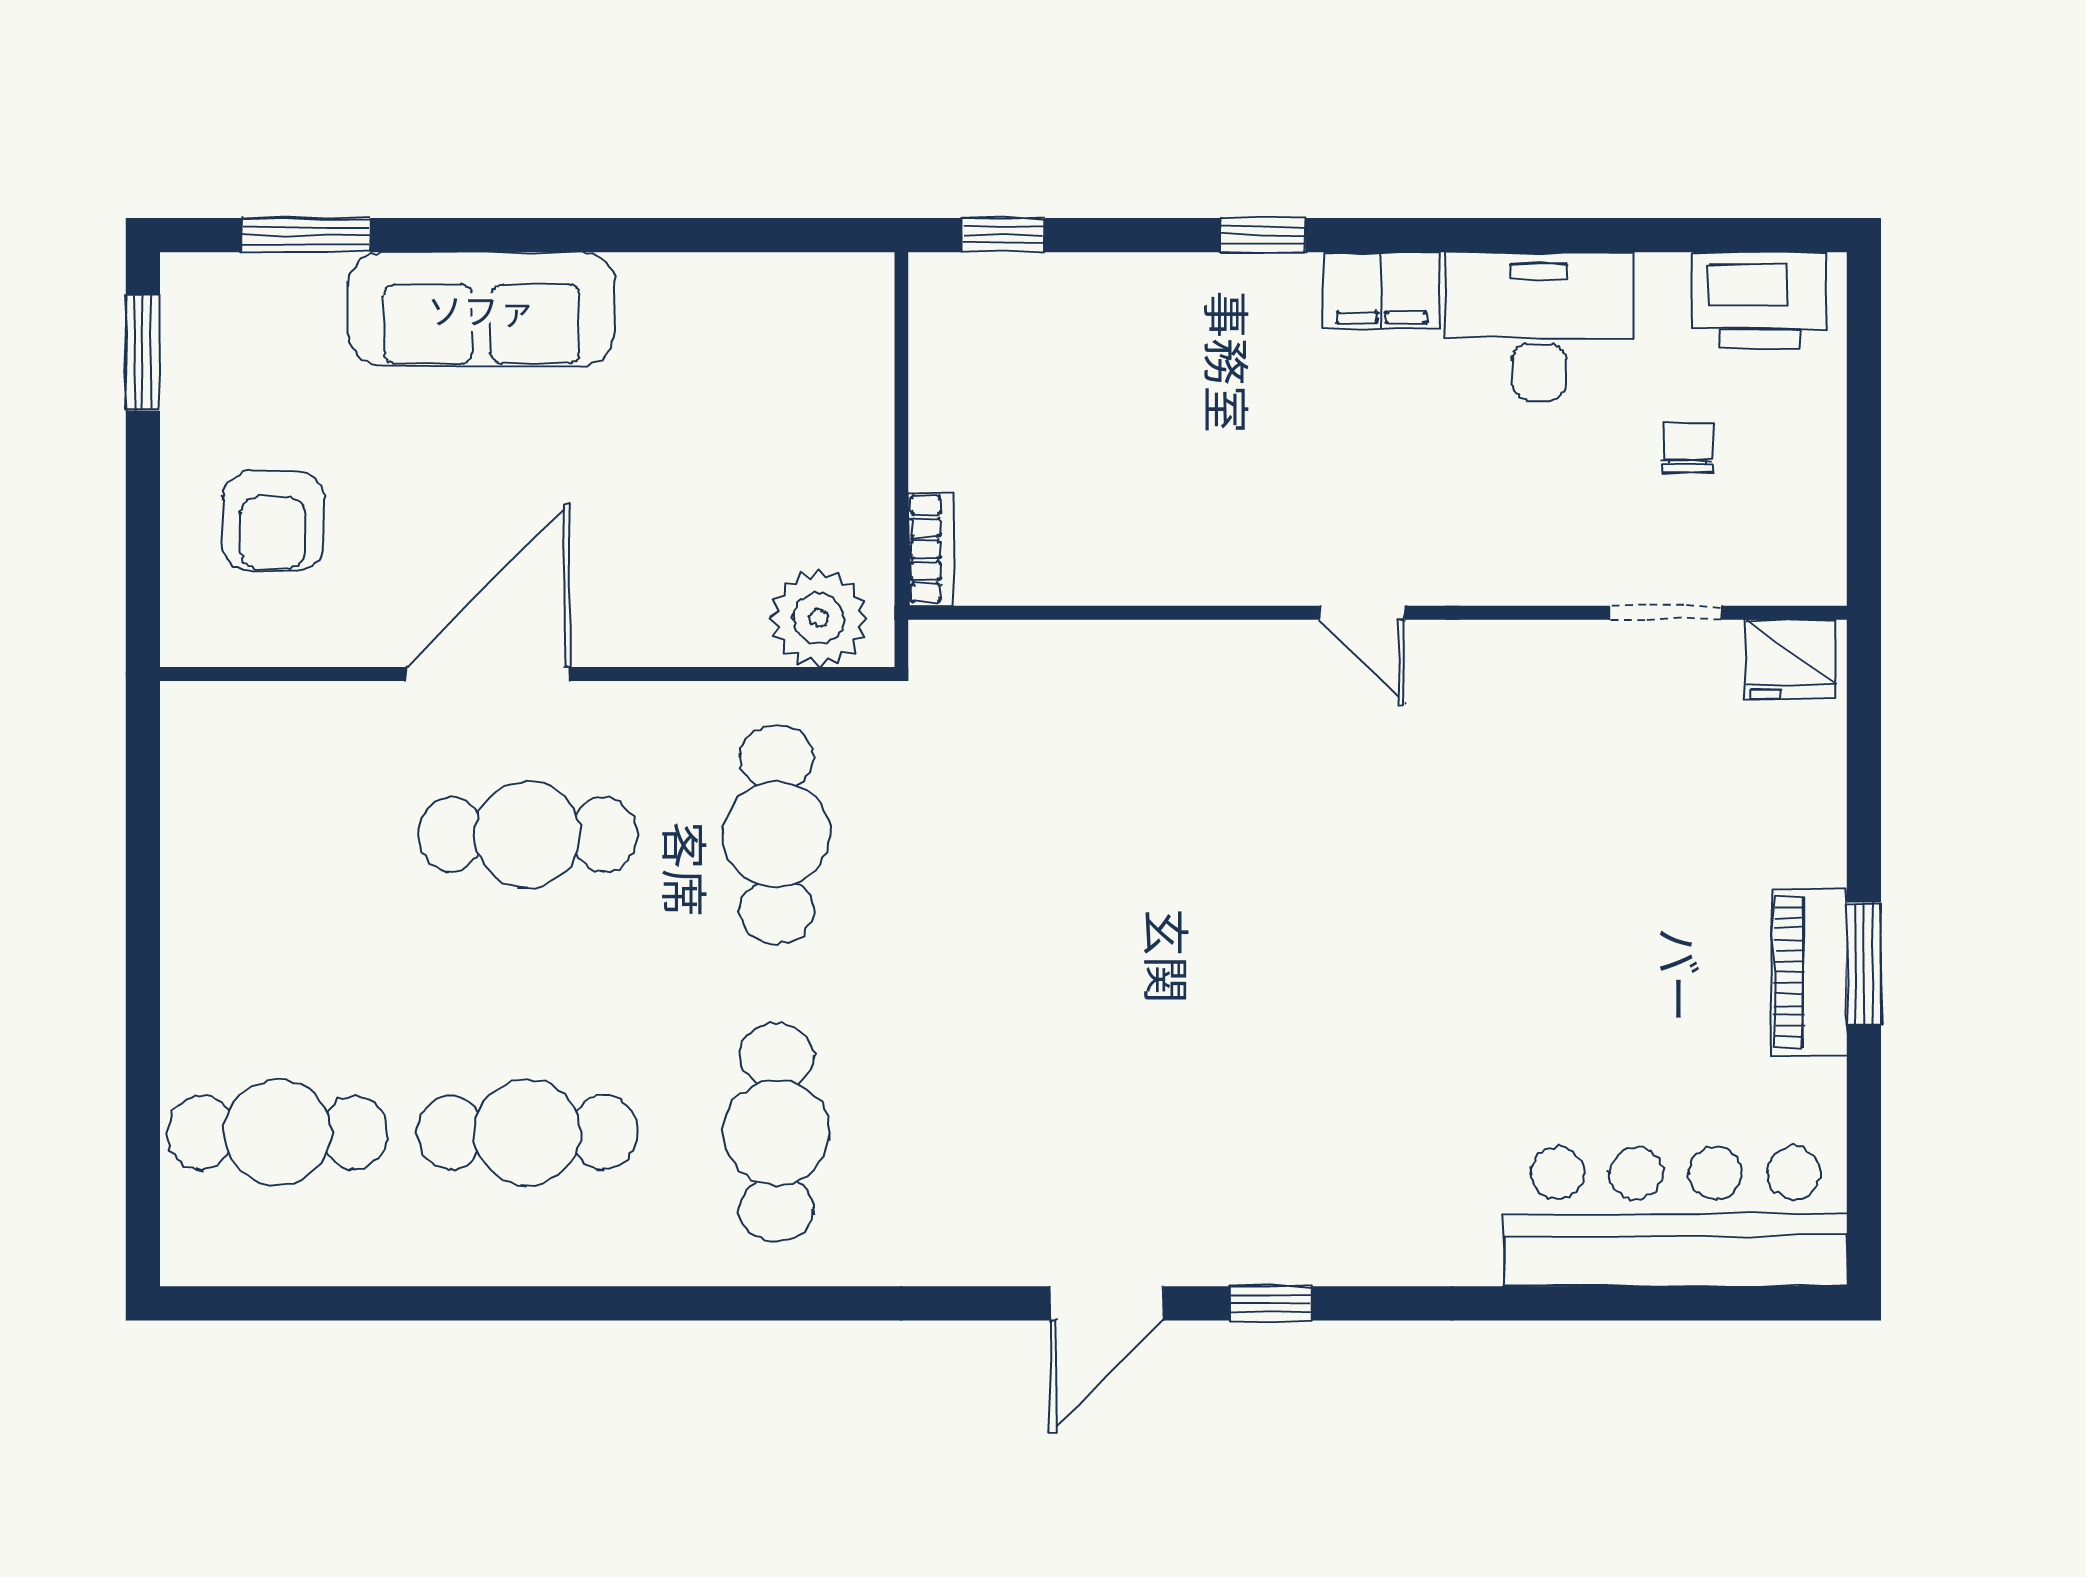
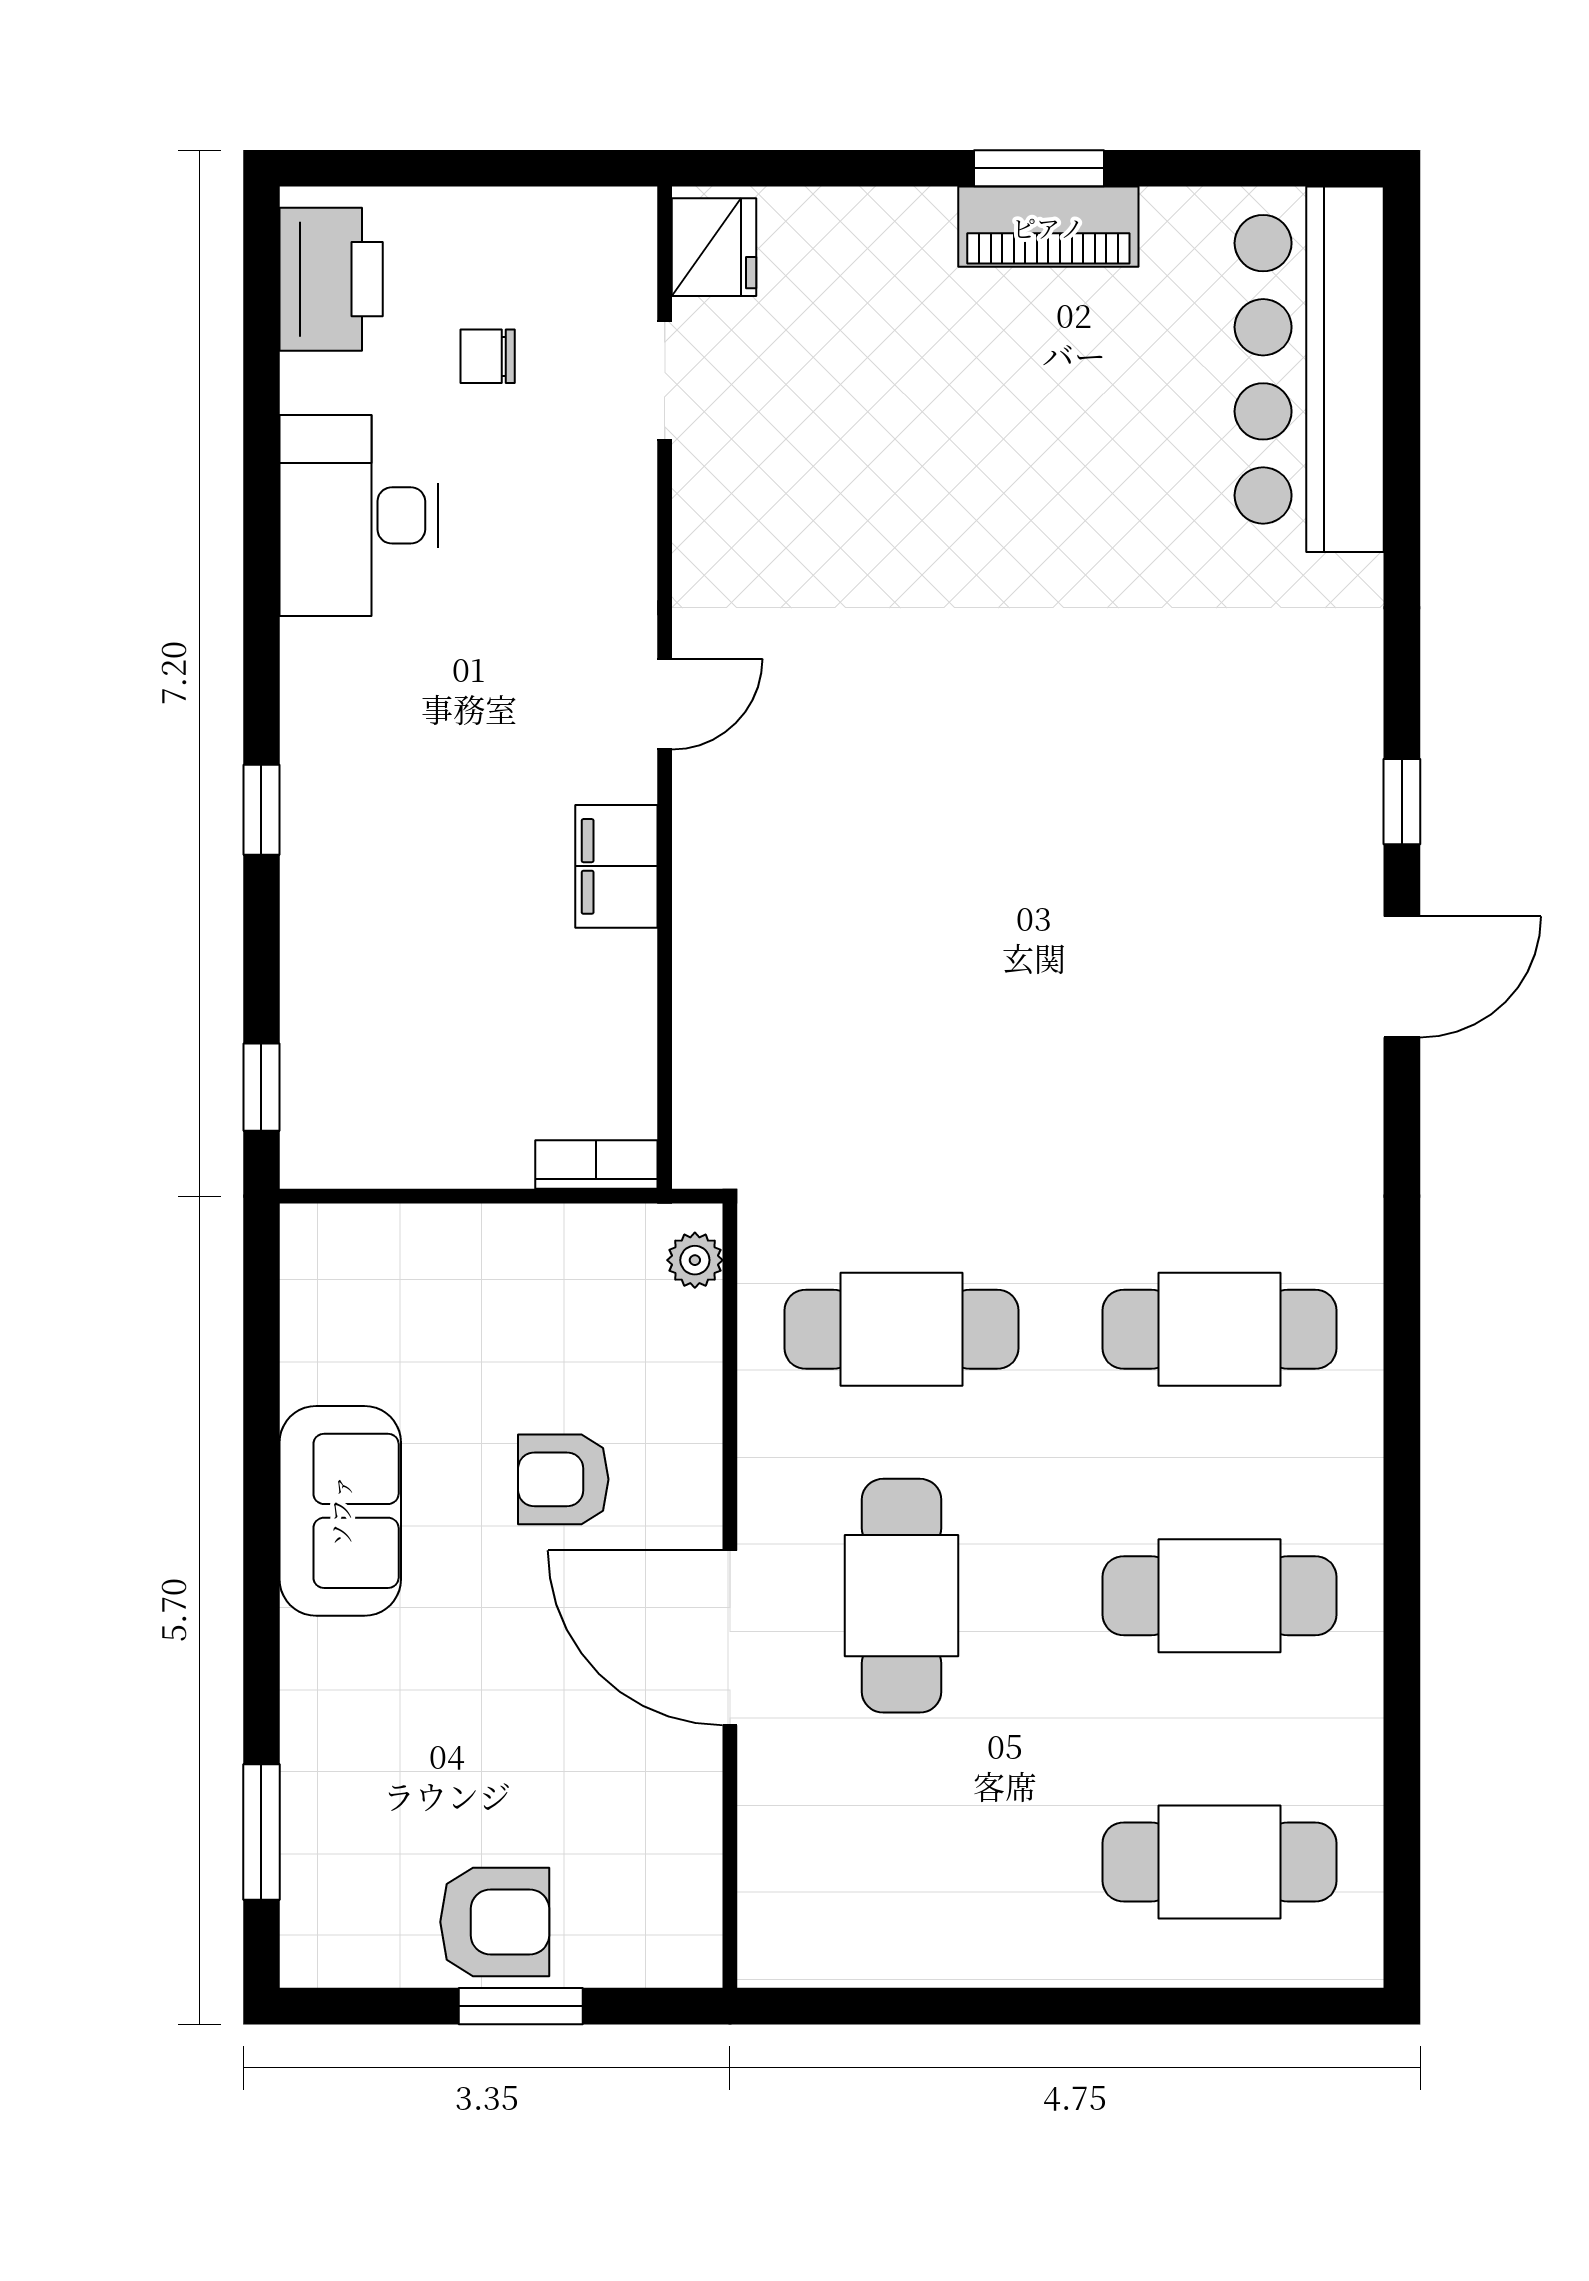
filing cabinet: (1382, 291) -> (616, 866), moved, turned 180
sofa: (481, 309) -> (340, 1511), moved, width x0.73
window: (143, 352) -> (521, 2006), moved
armchair: (636, 518) -> (563, 1479), added
armchair: (273, 521) -> (495, 1922), moved
plant: (819, 618) -> (695, 1260), width x0.53, depth x0.53
cafe table: (278, 1132) -> (1219, 1862), turned 90
cafe table: (527, 1132) -> (1219, 1596), turned 90
door: (1107, 1303) -> (1402, 977), hinge flipped

